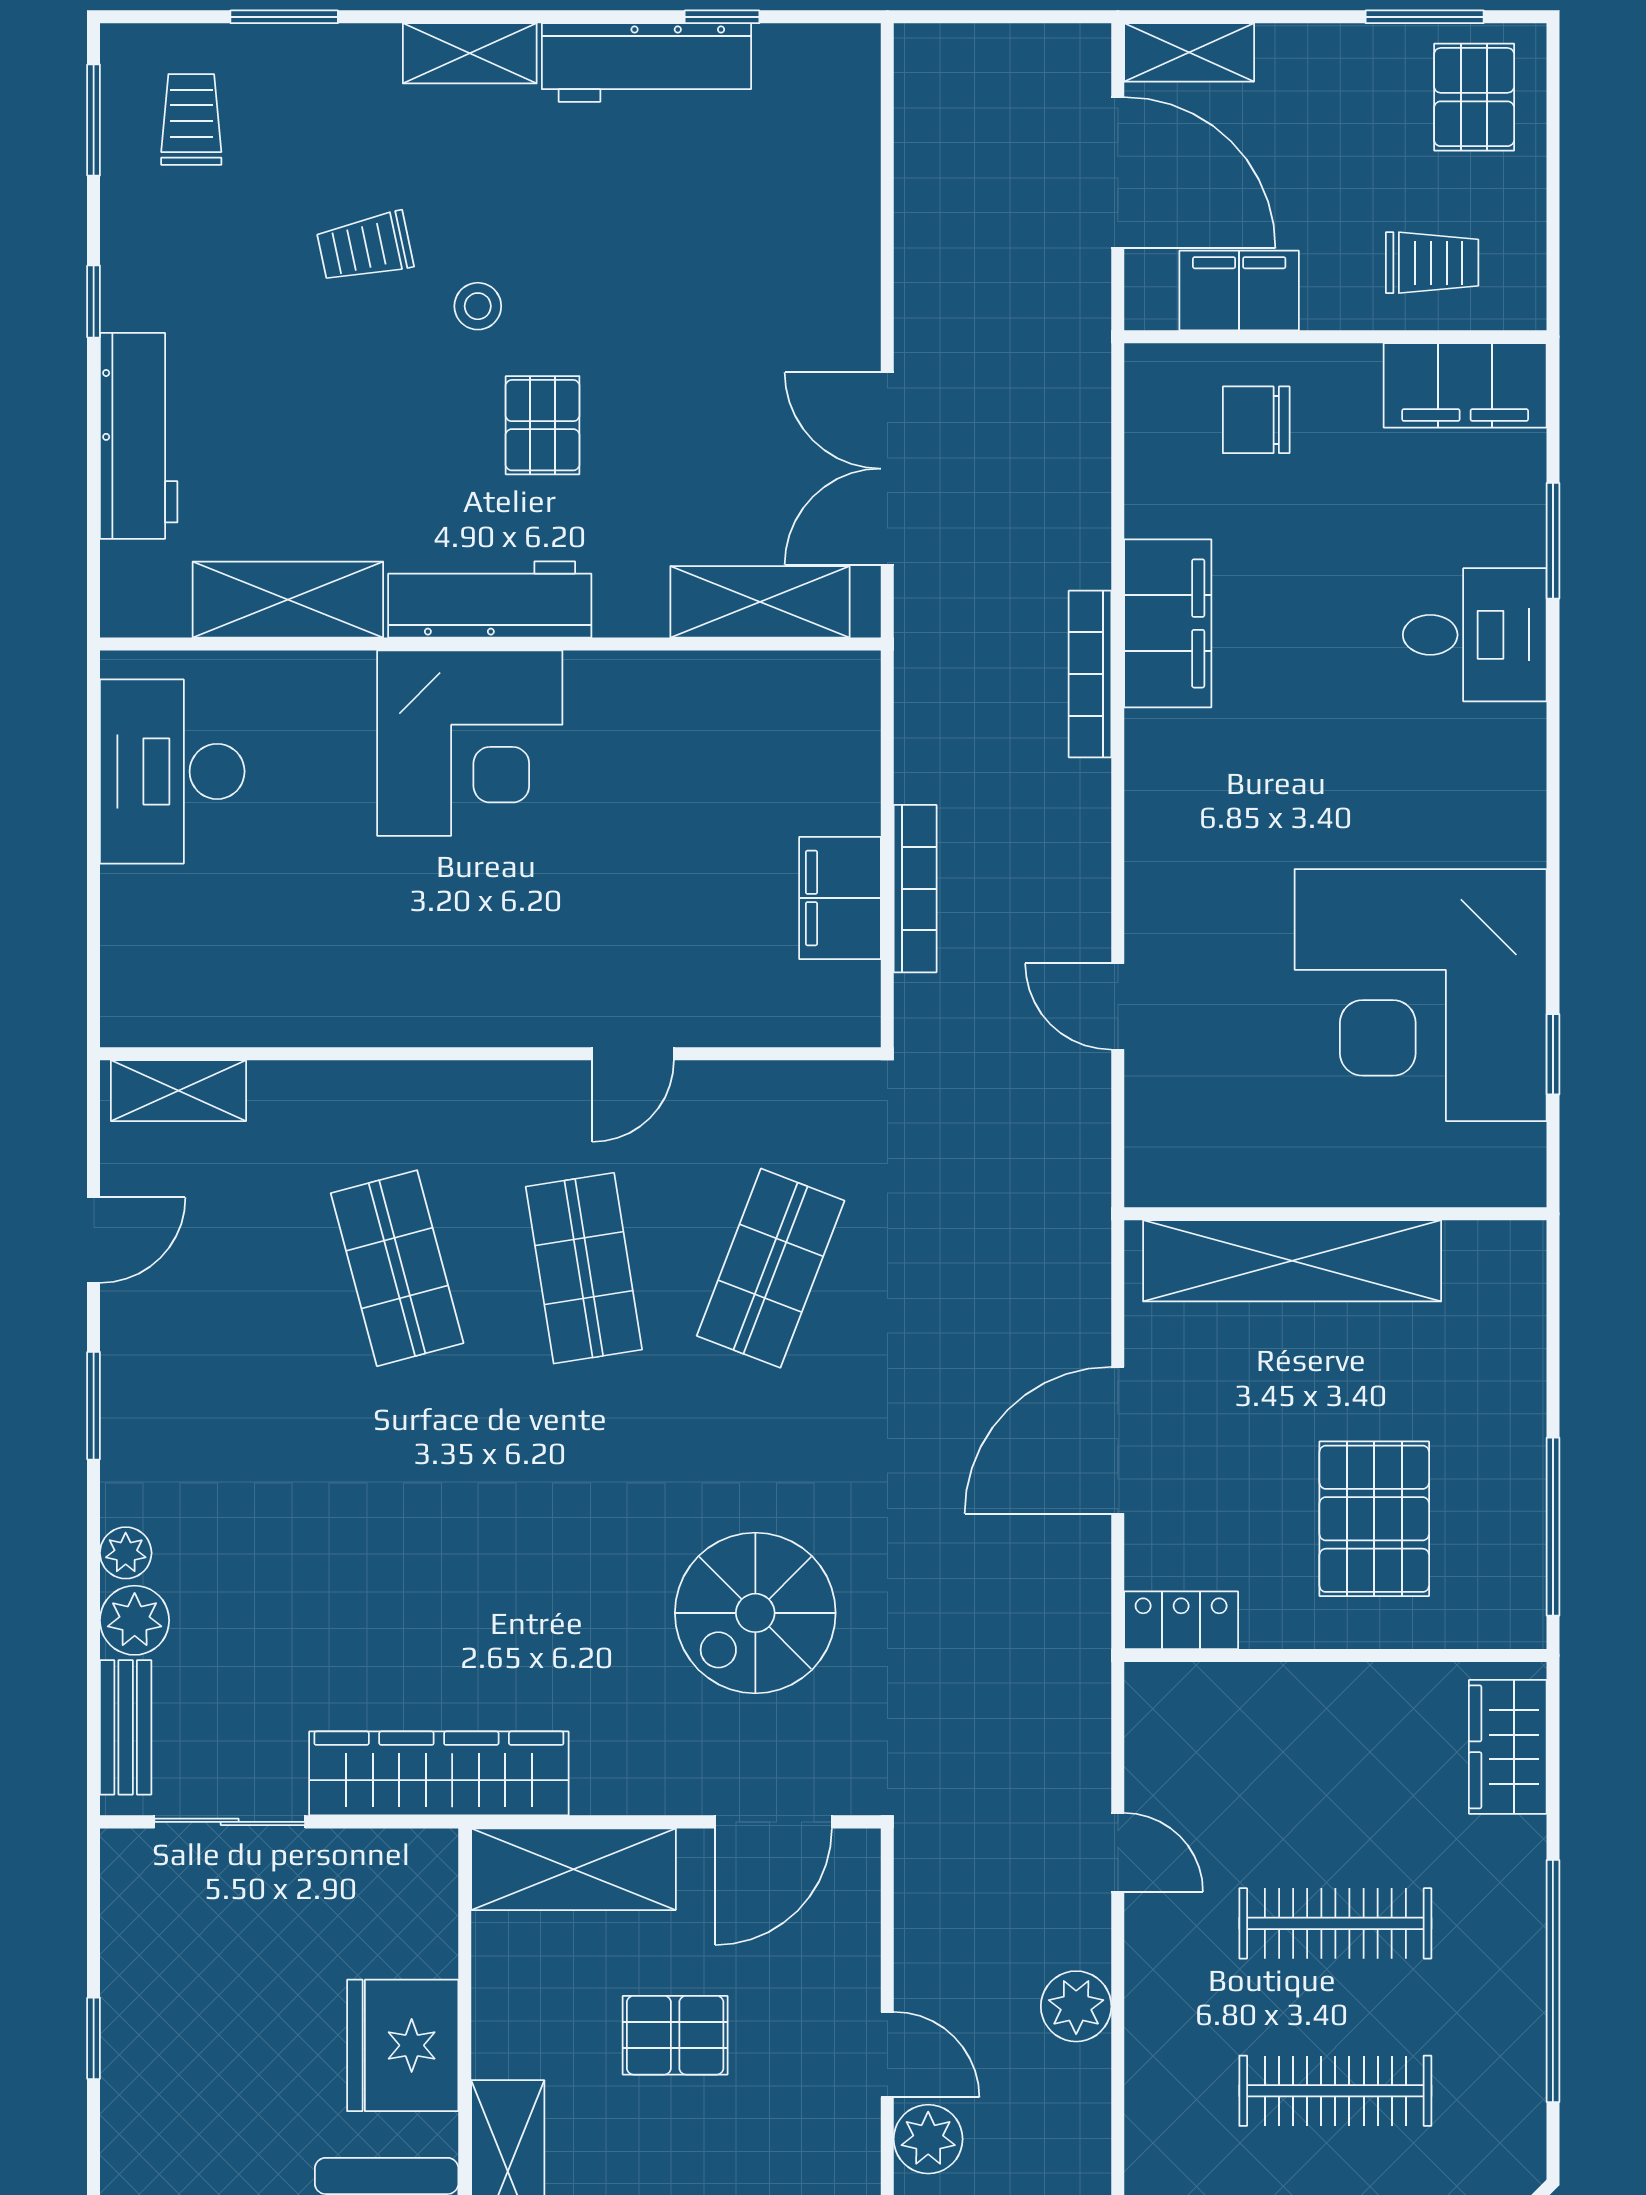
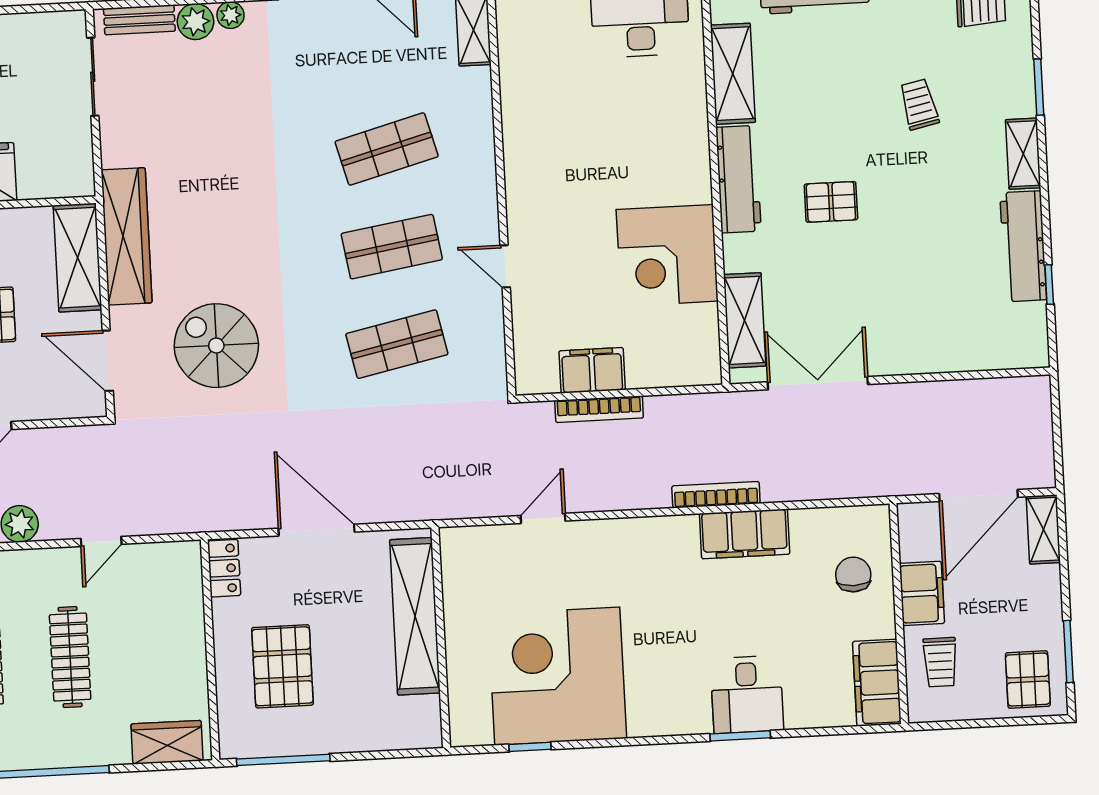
window: (284, 17) -> (1039, 87), moved
pallet: (1474, 97) -> (1028, 680), turned 90
filing cabinet: (1239, 291) -> (922, 593), moved
stool: (478, 306) -> (891, 165), removed
window: (1553, 541) -> (740, 736), moved
corner desk: (470, 743) -> (667, 255), moved
shop shelf: (771, 1268) -> (397, 344), turned -33
pallet: (1374, 1519) -> (282, 666), turned 90
wardrobe: (439, 1773) -> (127, 236), moved

